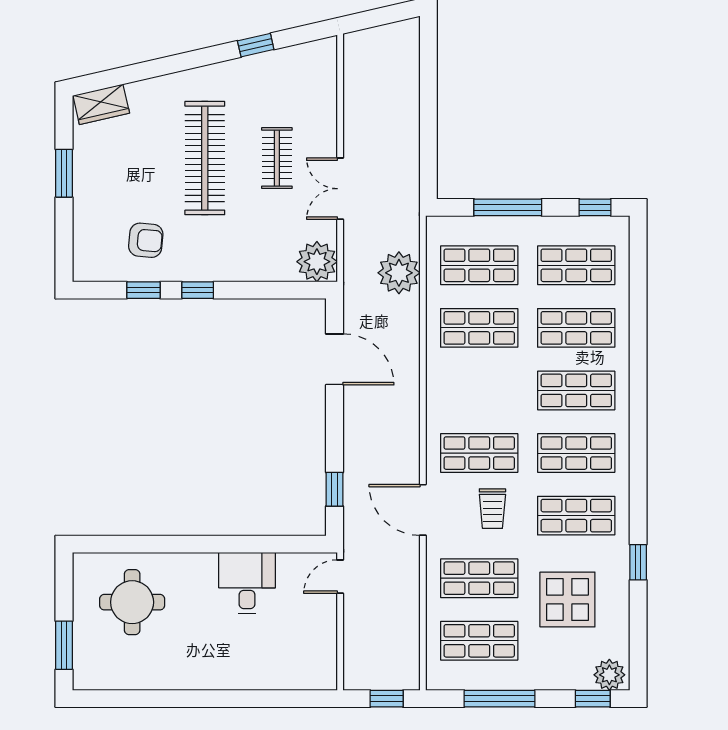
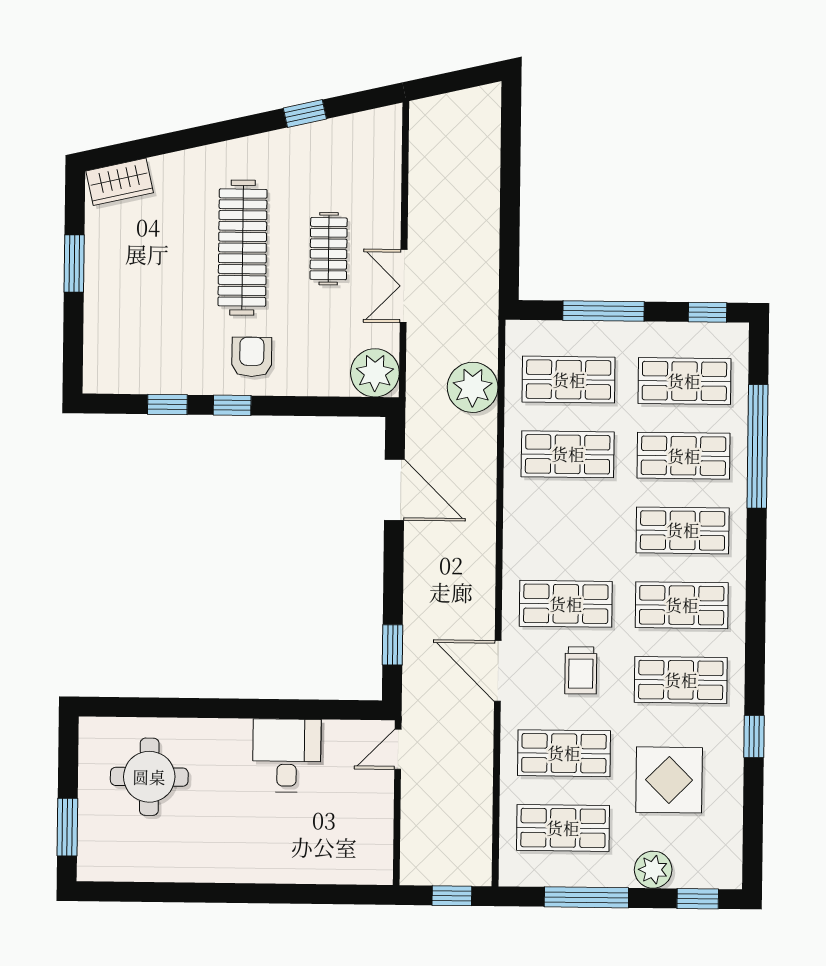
armchair: (146, 240) -> (252, 357), moved, turned -95
window: (638, 319) -> (758, 446), added
plant: (609, 675) -> (653, 870), moved

